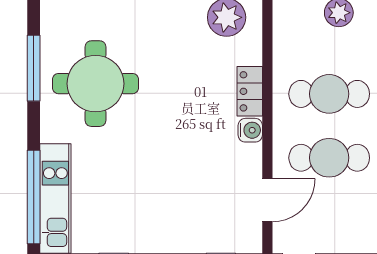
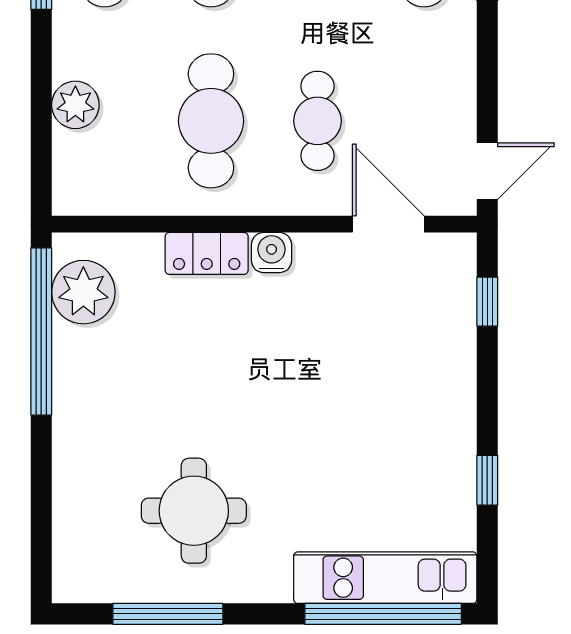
round table: (96, 84) -> (194, 511), width x0.73, depth x0.73
cafe table: (329, 158) -> (317, 121), width x0.73, depth x0.74

